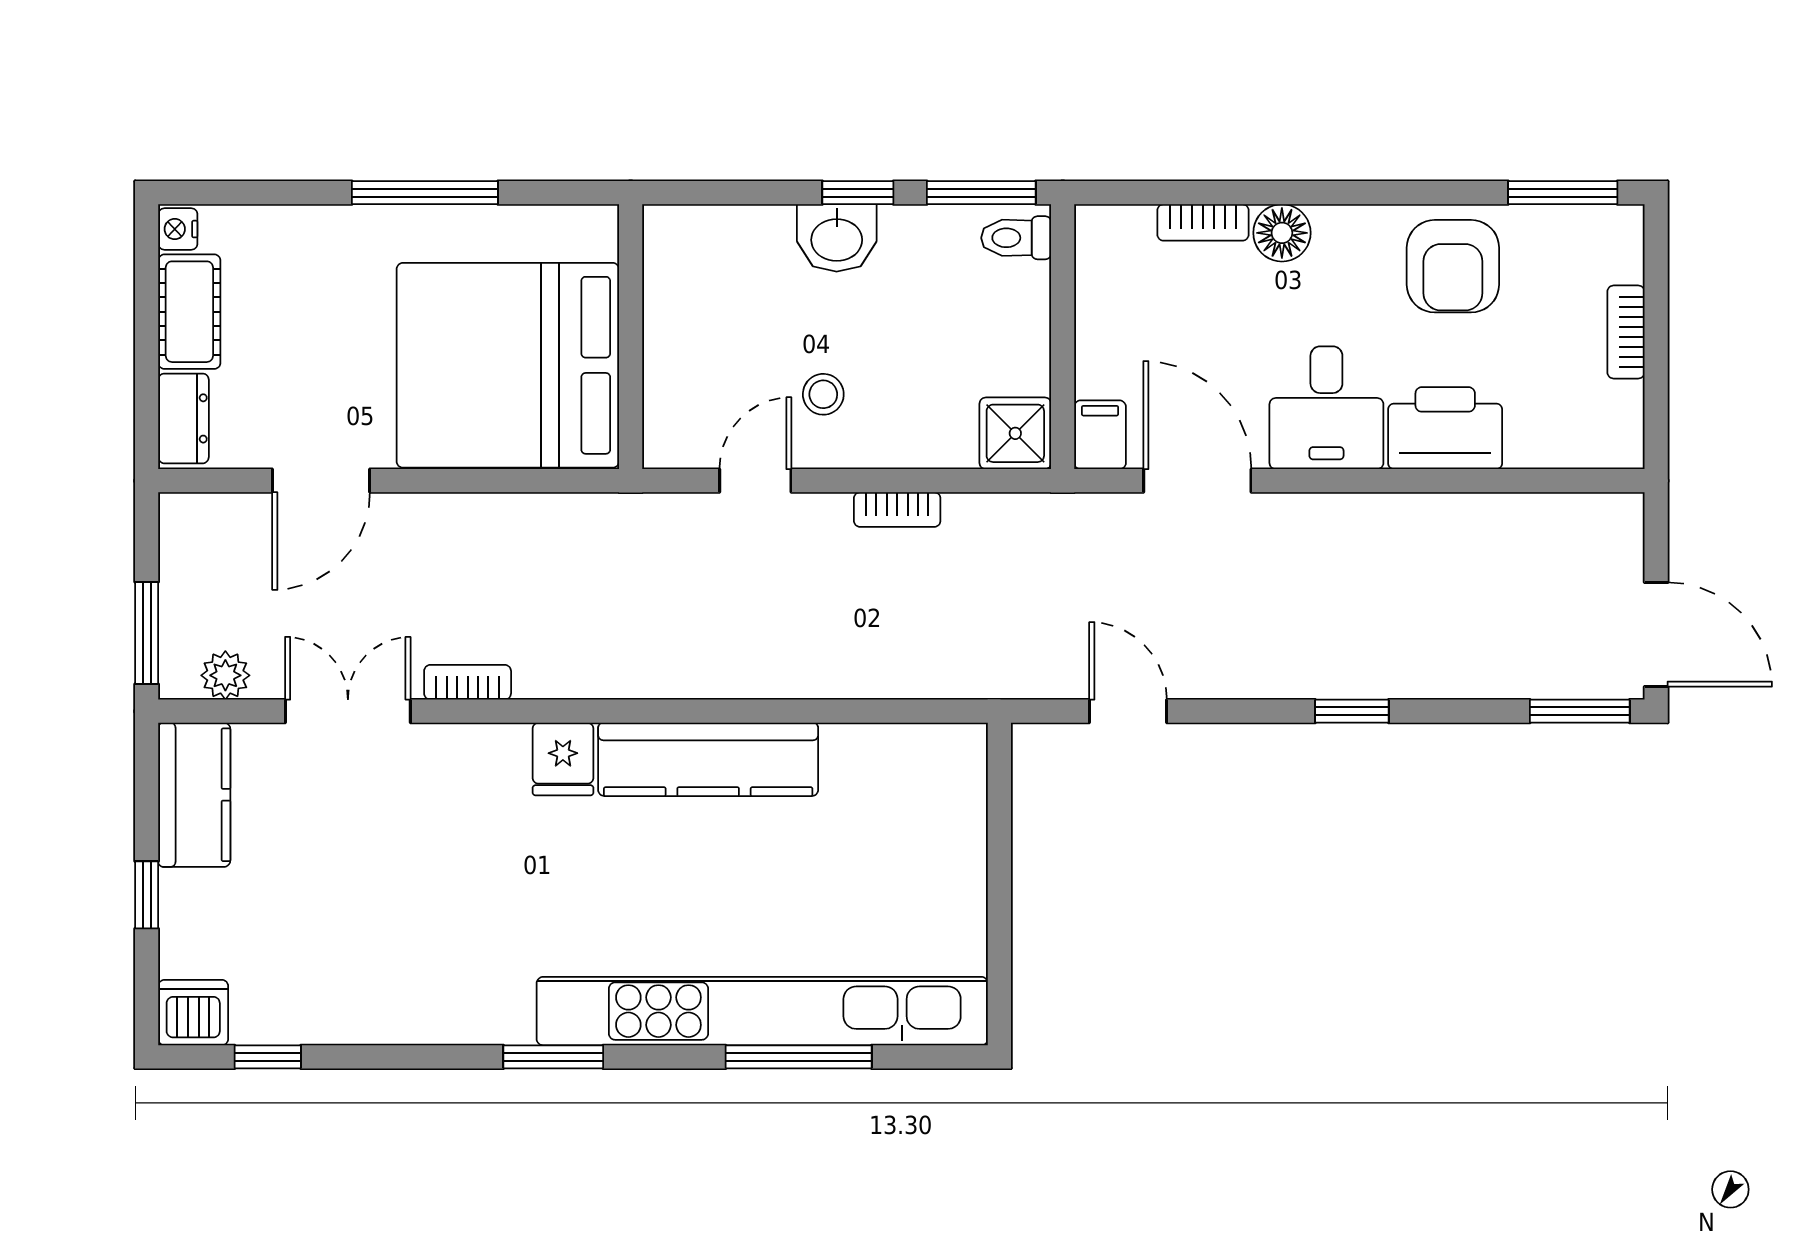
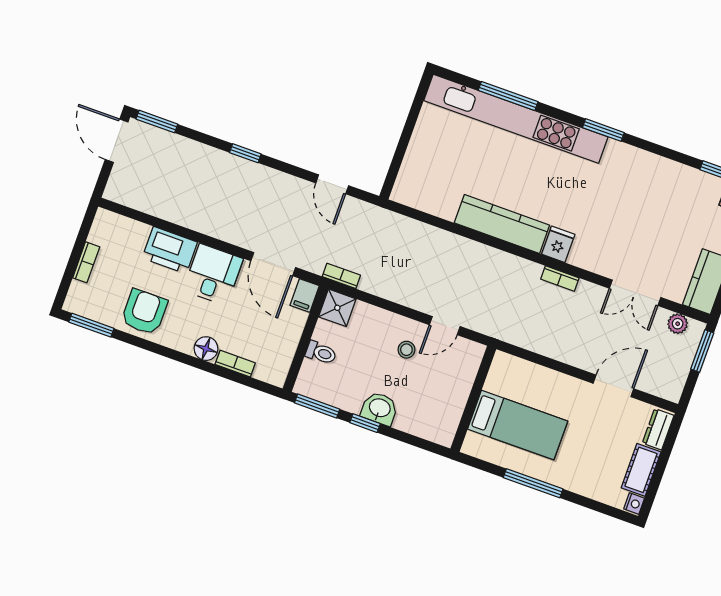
toilet: (1016, 238) -> (321, 353), moved
bed: (508, 365) -> (518, 425), width x0.49
bookcase: (897, 510) -> (341, 276), moved
bookcase: (468, 682) -> (560, 279), moved

